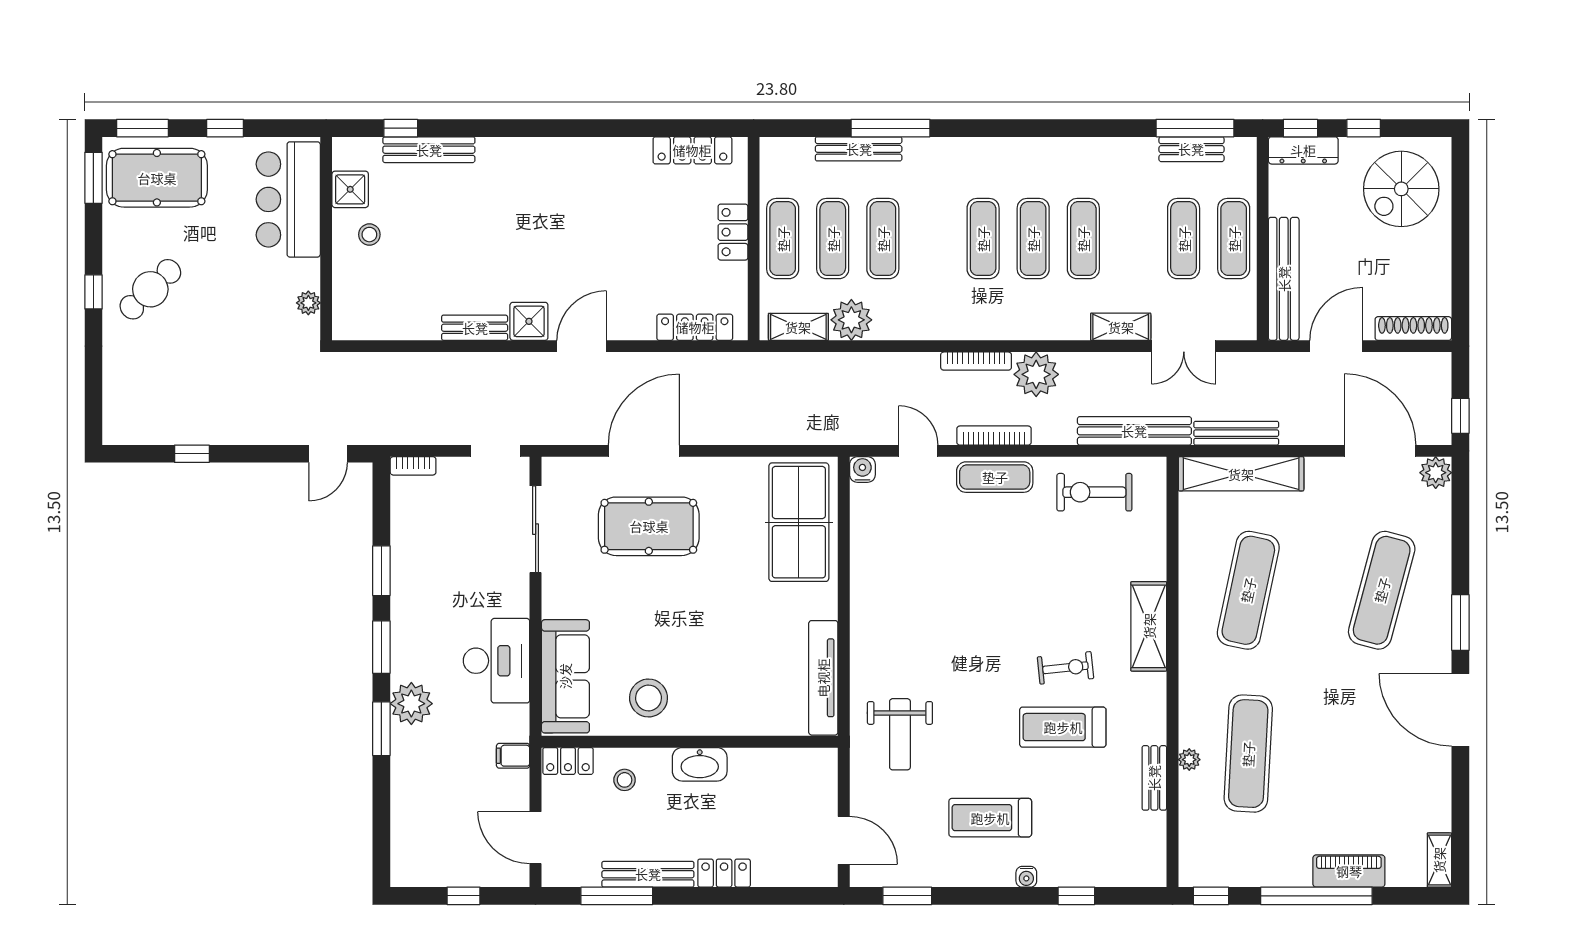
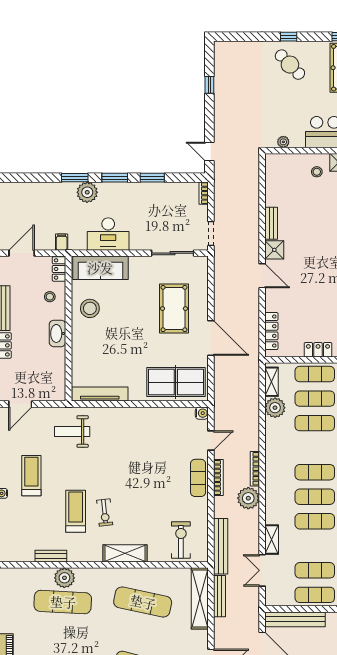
door: (644, 451) -> (211, 338), moved
exercise bike: (1094, 492) -> (181, 540), moved
plant: (1189, 760) -> (64, 578), width x1.87, depth x1.87

